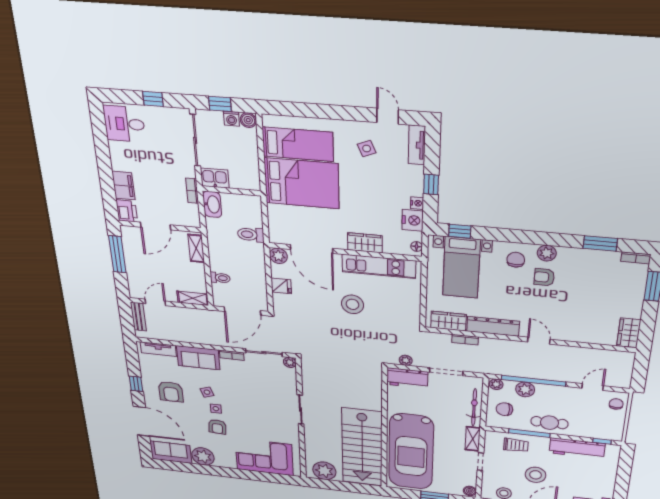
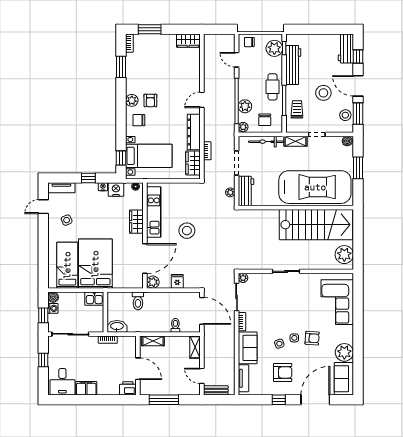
kitchen sink: (215, 178) -> (94, 299), moved, turned -90
filing cabinet: (123, 186) -> (86, 388), moved
plant: (603, 430) -> (274, 48), added

